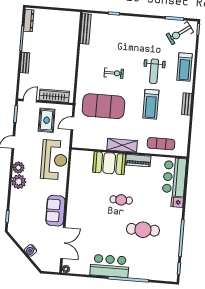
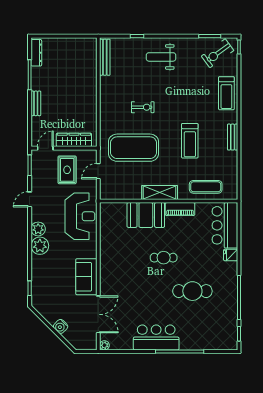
weight bench: (154, 71) -> (161, 57), moved, turned 90

